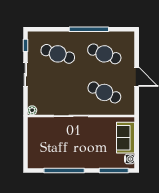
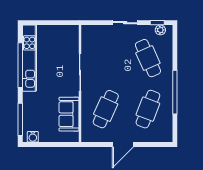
cafe table: (58, 54) -> (148, 58), turned -42
plant: (32, 110) -> (160, 30), moved
sofa: (126, 138) -> (69, 114), moved, turned -90
kitchen unit: (58, 162) -> (29, 58), added

